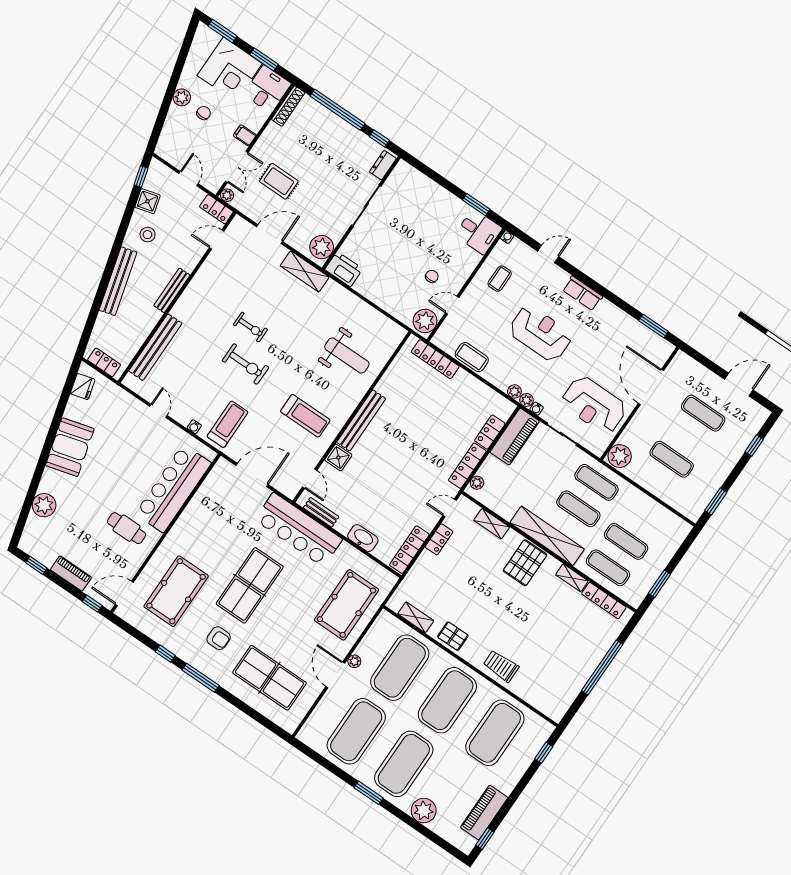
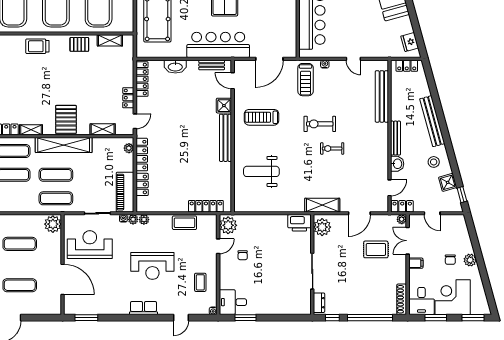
washbasin: (190, 260) -> (397, 164), added
trolley: (501, 666) -> (37, 46), turned 180

